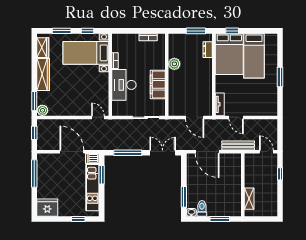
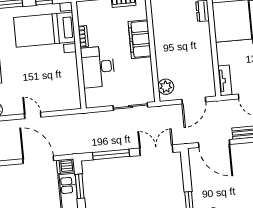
plant: (174, 64) -> (166, 87), moved
filing cabinet: (158, 84) -> (140, 39), moved
door: (98, 117) -> (33, 115), moved
door: (195, 117) -> (194, 101), hinge flipped

